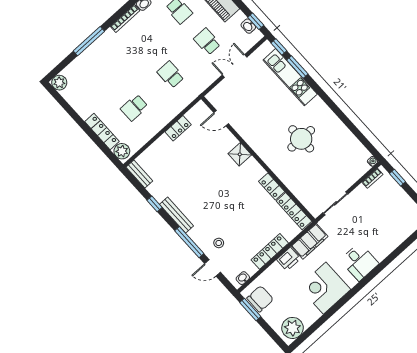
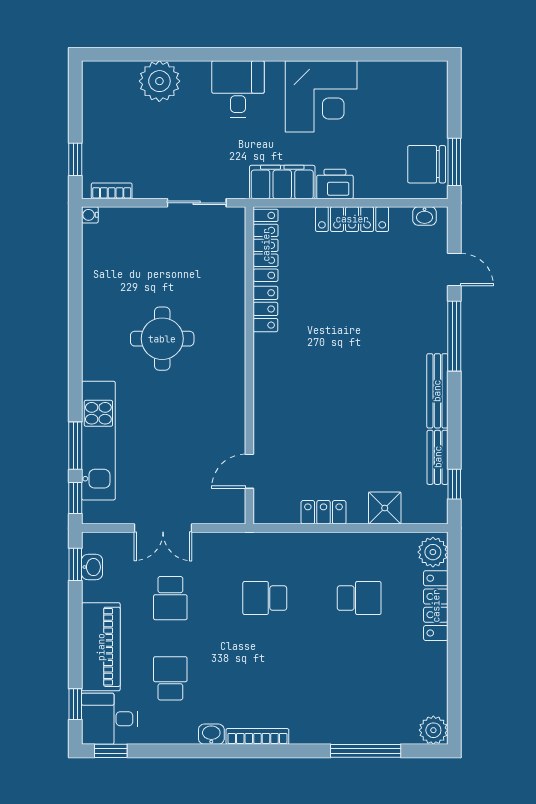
window: (89, 41) -> (366, 751), moved
school desk: (171, 75) -> (265, 598), turned 90
door: (221, 118) -> (249, 471), swing flipped
shower: (240, 154) -> (385, 508), moved
bench: (139, 174) -> (438, 457), moved
window: (155, 204) -> (454, 484), moved
stool: (219, 243) -> (414, 297), removed
plant: (292, 328) -> (159, 81), moved

